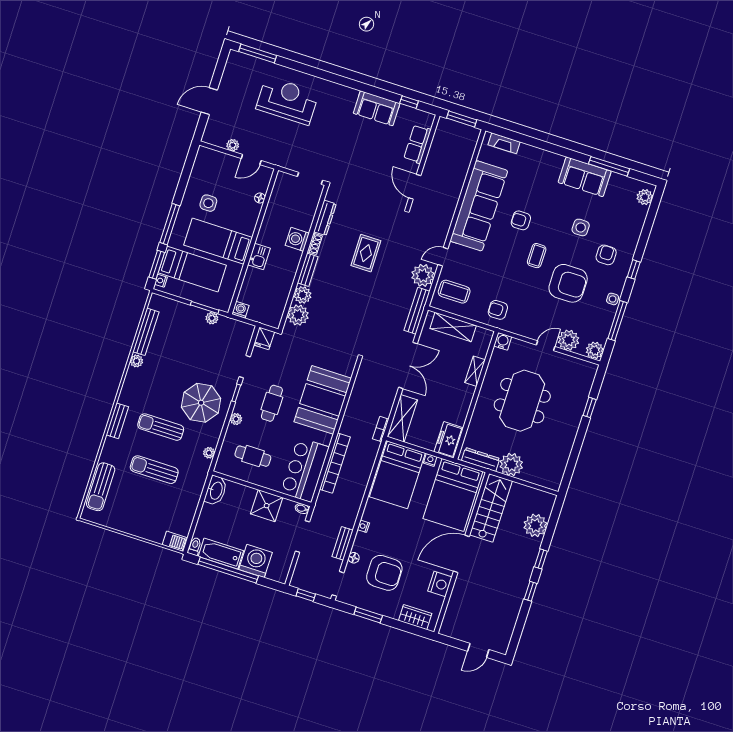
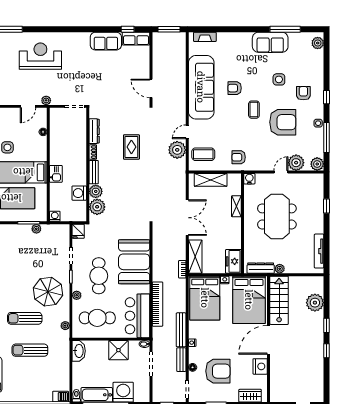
row of seats: (417, 144) -> (136, 39), moved, turned -90
plant: (233, 145) -> (46, 100), moved
washing machine: (297, 239) -> (79, 193), moved
bench: (417, 311) -> (181, 330), moved
cafe table: (272, 403) -> (99, 276), width x1.37, depth x1.35
cafe table: (253, 456) -> (97, 318), width x1.37, depth x1.35
tv unit: (562, 462) -> (319, 251), added
plant: (511, 465) -> (280, 269), width x0.53, depth x0.53

